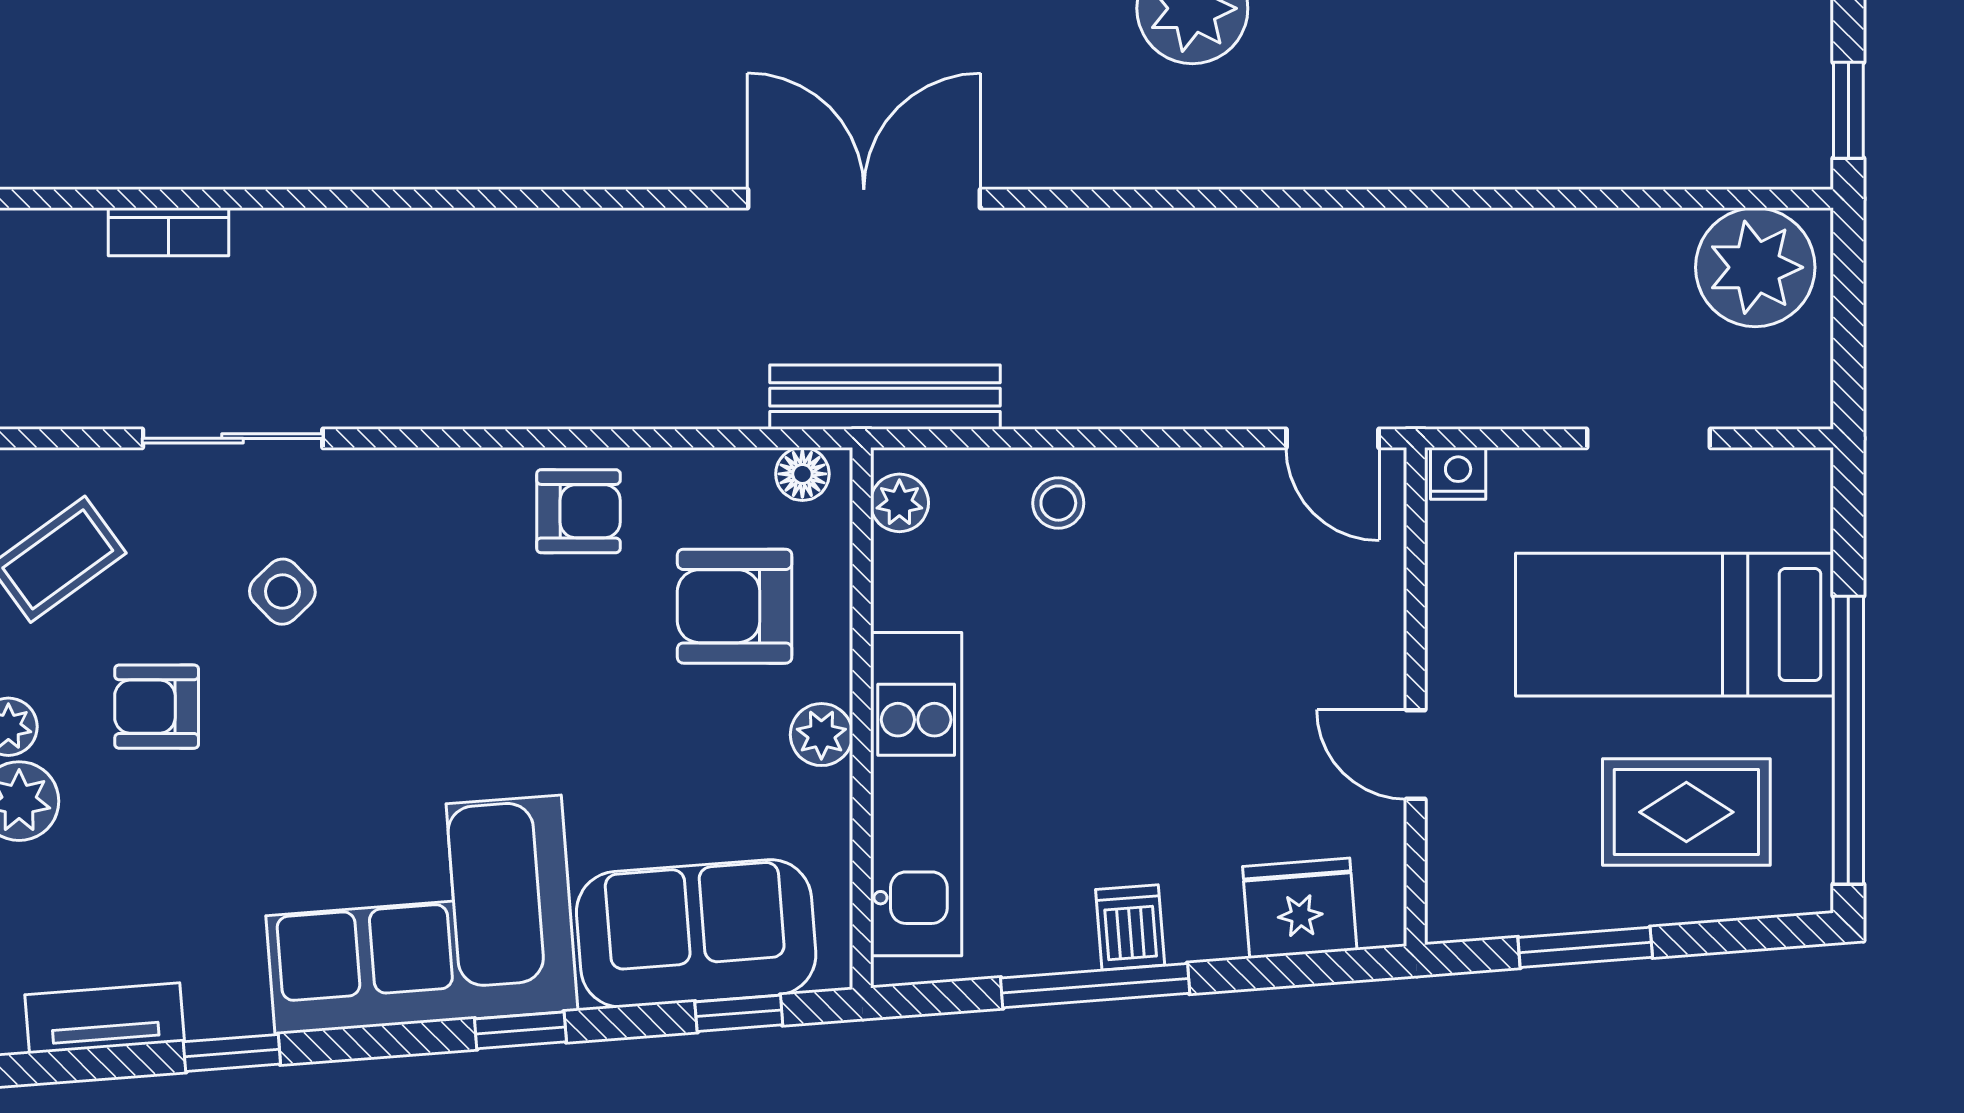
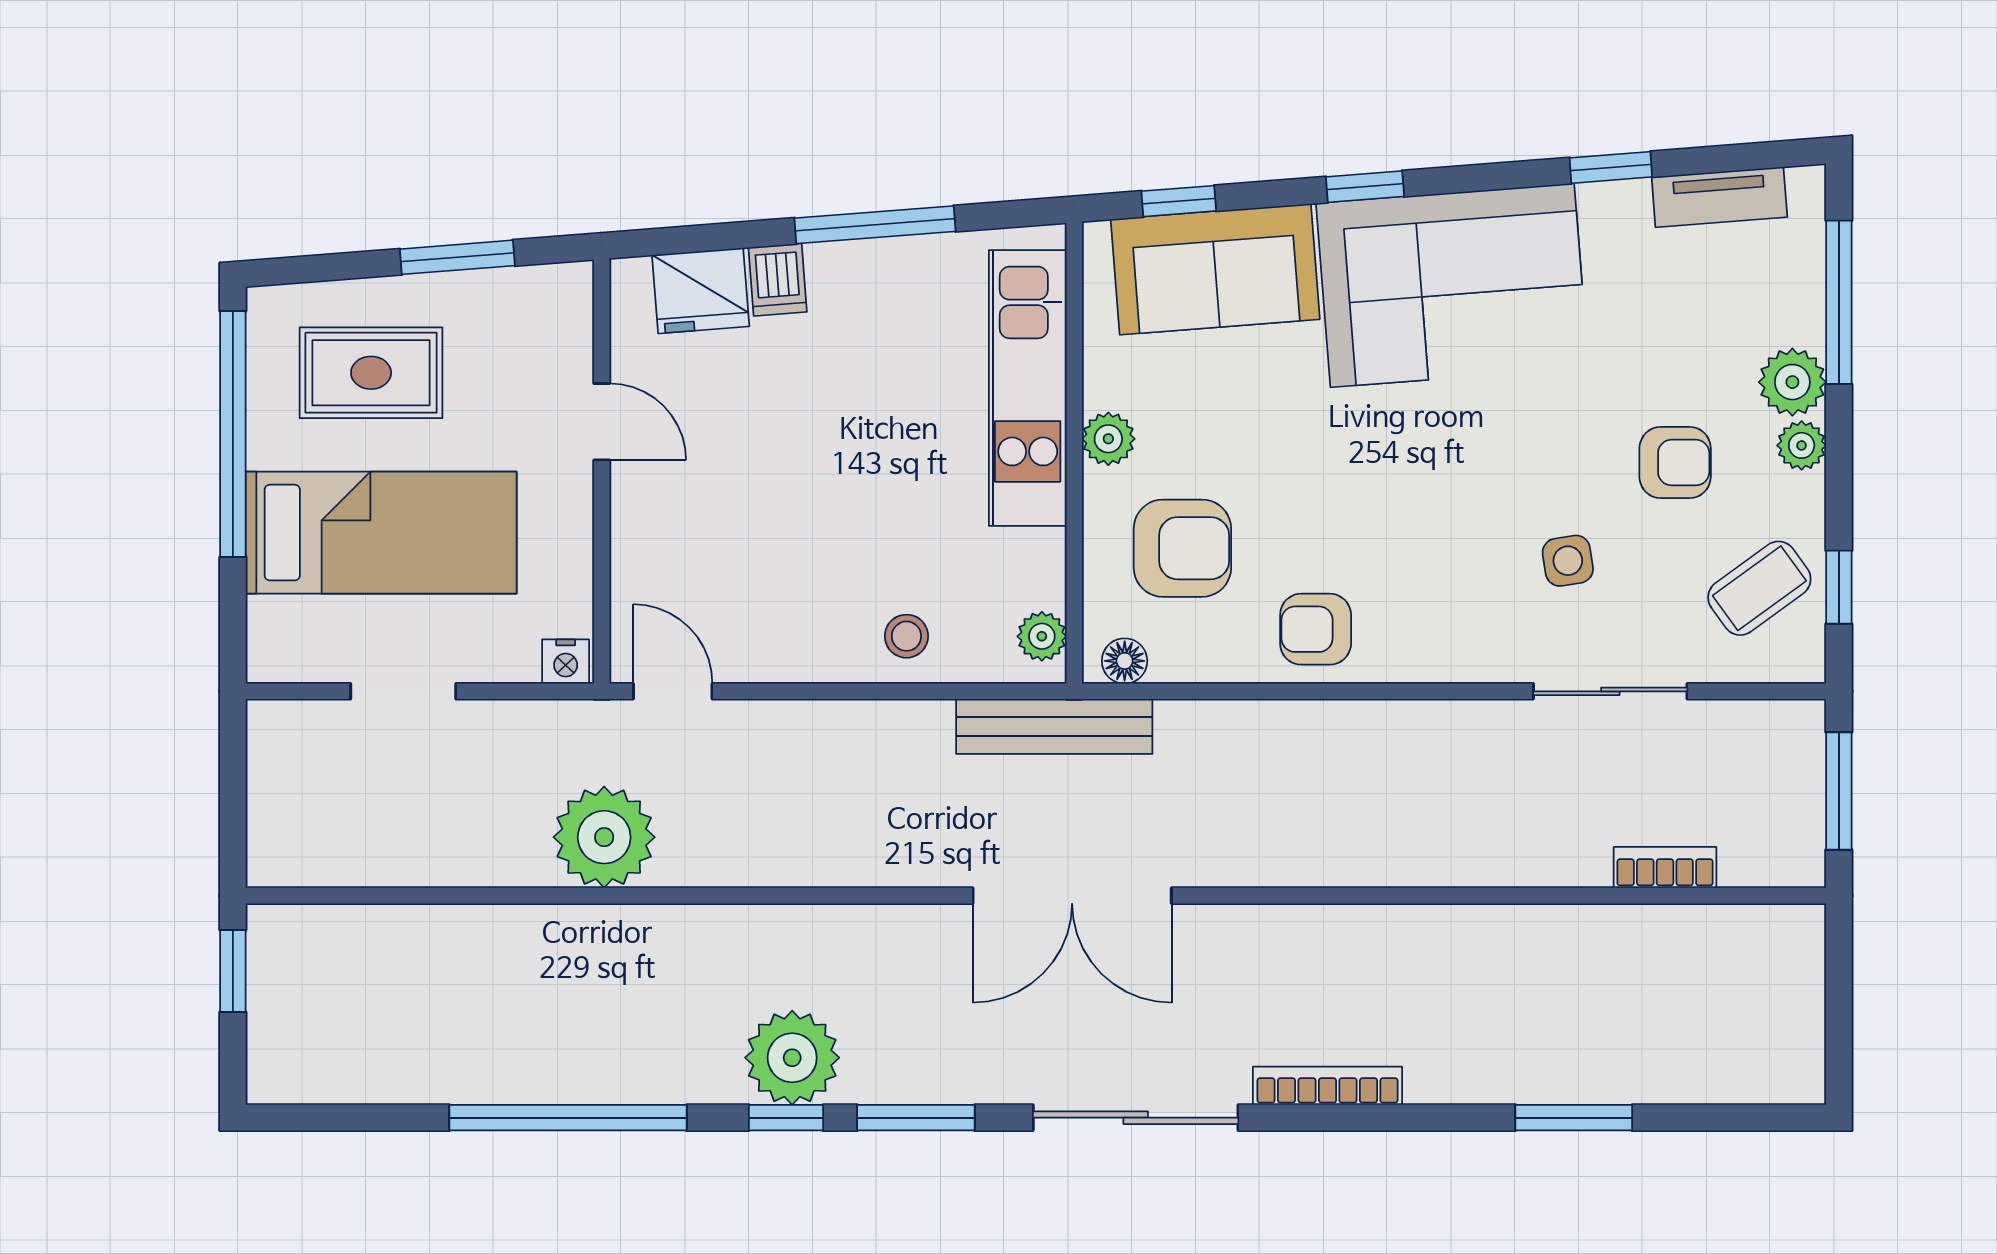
plant: (1755, 267) -> (604, 837), moved
side table: (282, 592) -> (1568, 561), turned 35
dishwasher: (1130, 927) -> (778, 280), moved

